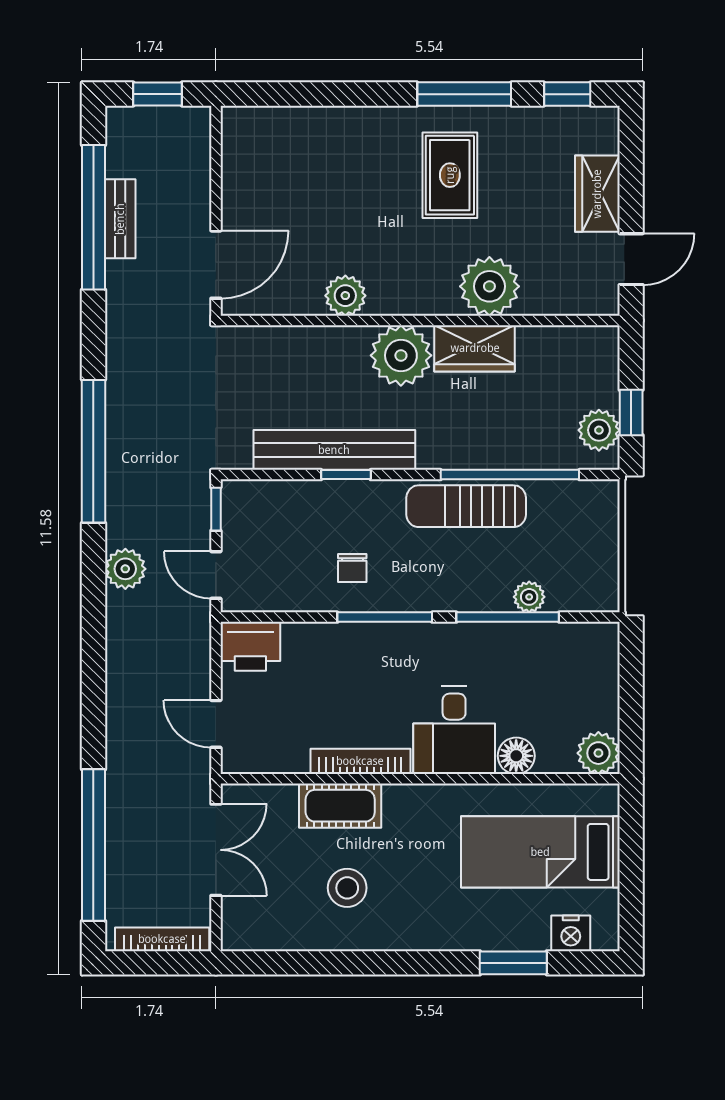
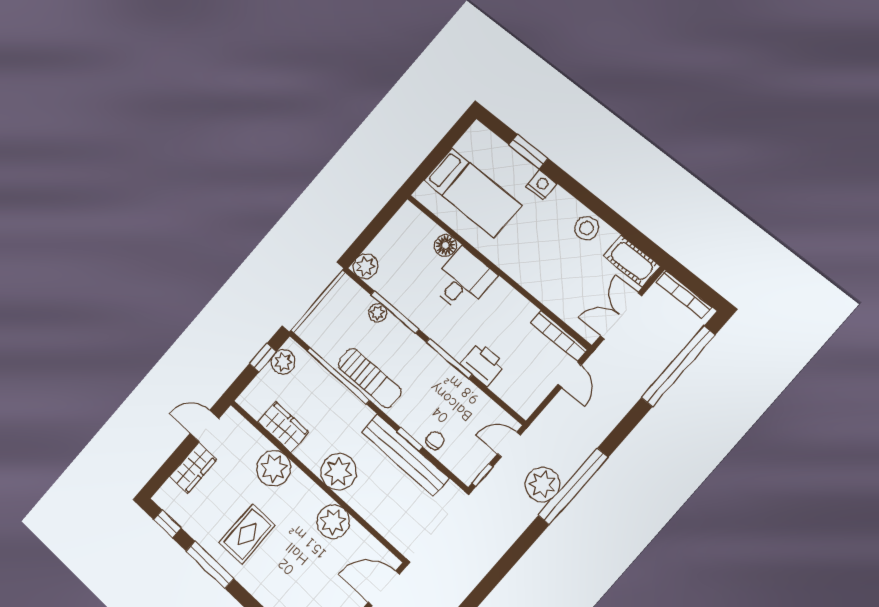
plant: (345, 296) -> (333, 522), width x1.36, depth x1.36
wardrobe: (475, 348) -> (283, 427), moved
window: (93, 451) -> (573, 486), moved
chair: (352, 568) -> (435, 440), moved
plant: (125, 569) -> (542, 484), width x1.36, depth x1.36
door: (216, 575) -> (509, 444), swing flipped
printer: (250, 646) -> (483, 364), moved
plant: (598, 753) -> (365, 266), moved
bookcase: (360, 761) -> (559, 336), moved
cot: (340, 806) -> (632, 261), moved
stool: (347, 888) -> (587, 228), moved
nightstand: (571, 933) -> (541, 185), moved

